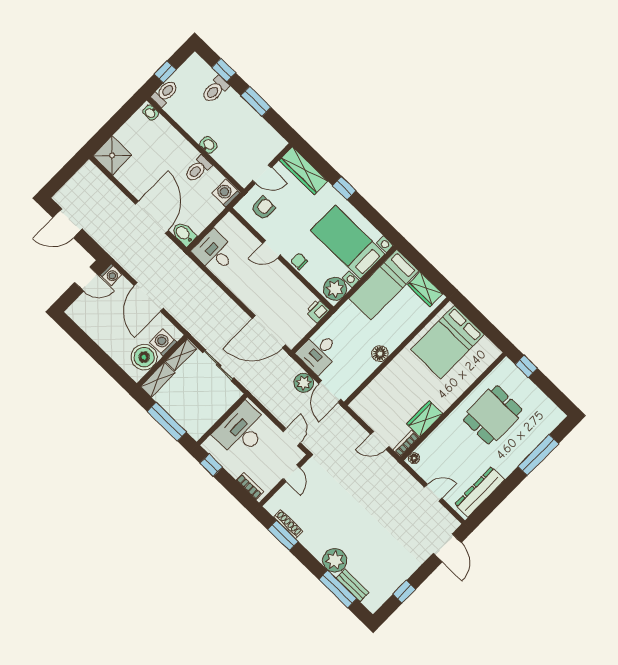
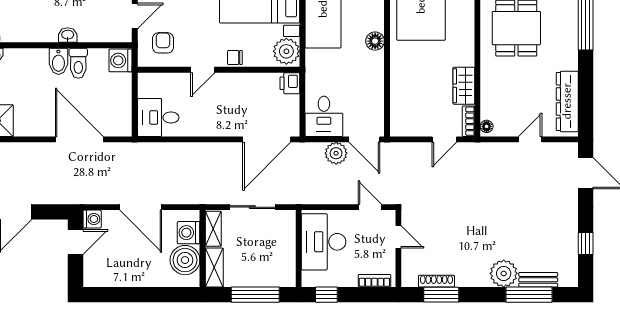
bidet: (184, 234) -> (58, 61), moved, turned -90
floor lamp: (380, 354) -> (375, 41), moved

